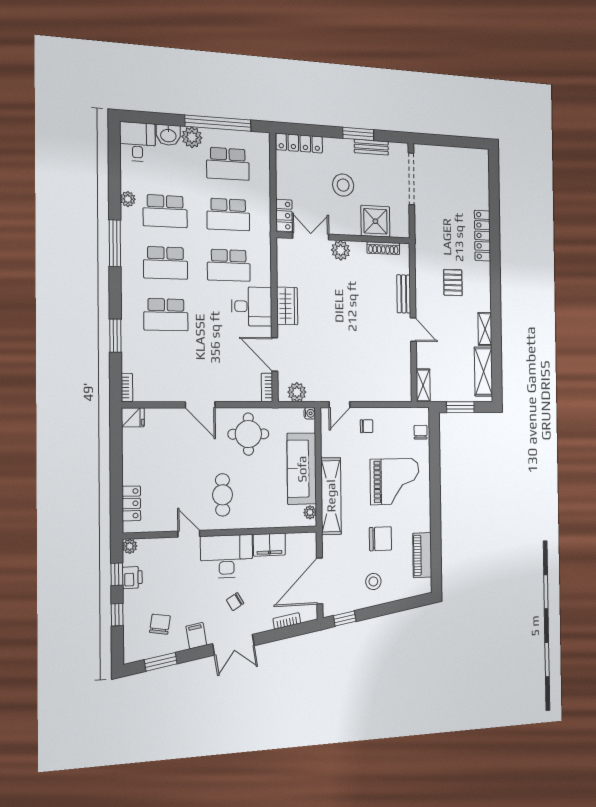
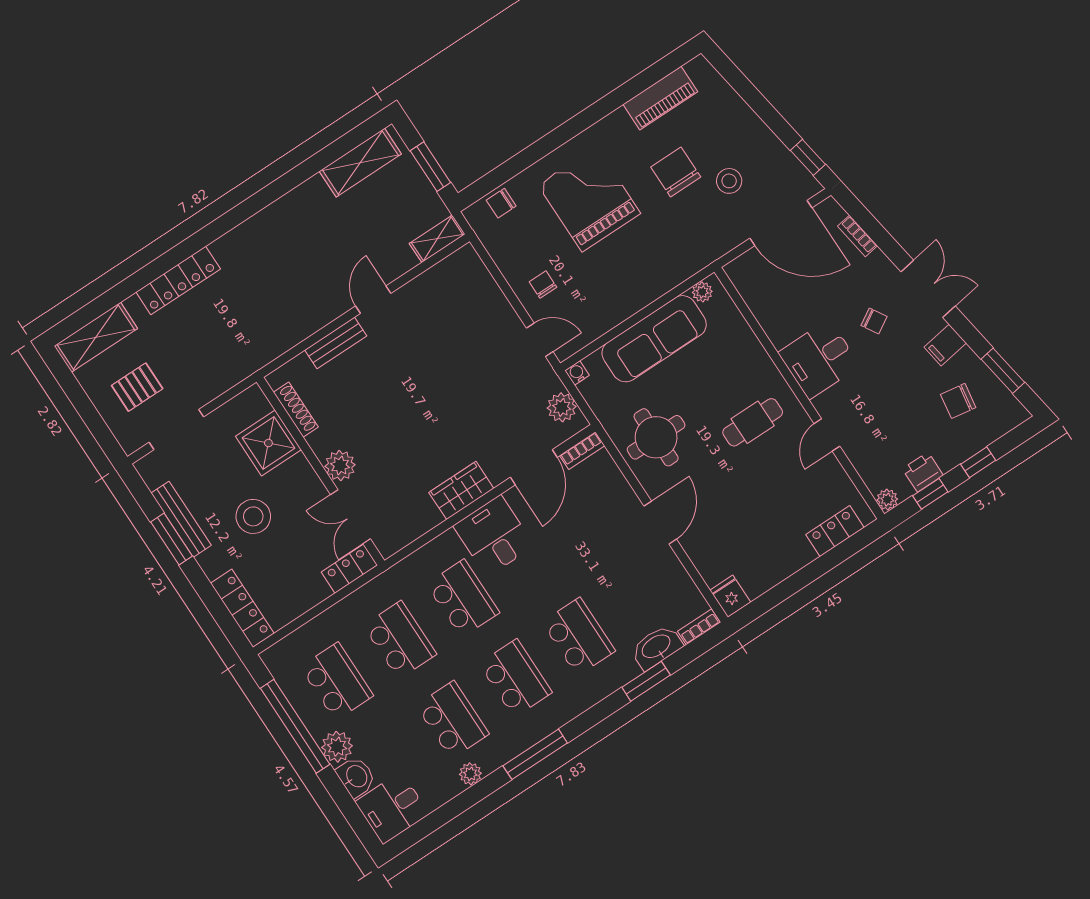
bench: (371, 147) -> (181, 519), width x1.36
doorway: (411, 179) -> (176, 430), width x0.73
pallet: (453, 283) -> (137, 387), moved
shelving: (485, 329) -> (96, 337), moved, width x1.50, depth x1.33
washbasin: (131, 355) -> (657, 647), added
shelving: (331, 496) -> (664, 276), removed
filing cabinet: (269, 545) -> (776, 321), removed
desk: (227, 556) -> (819, 359), width x0.73
stool: (373, 581) -> (729, 181), moved

